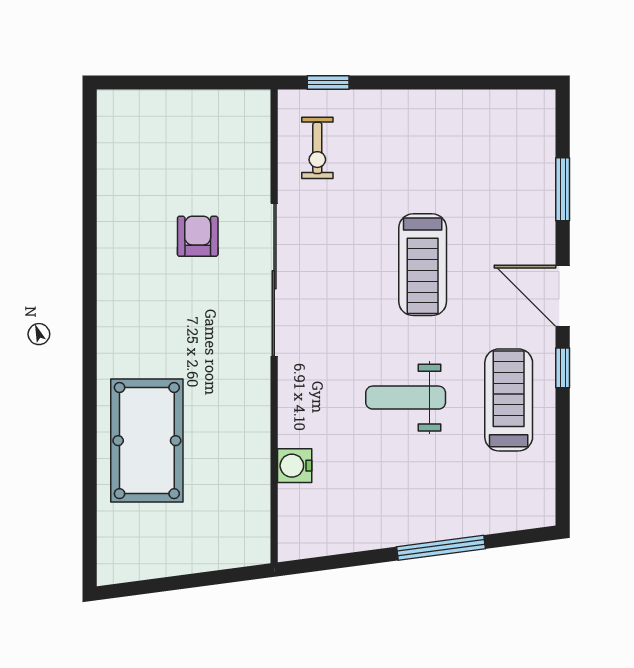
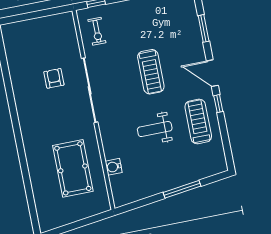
pool table: (147, 441) -> (73, 168), moved

